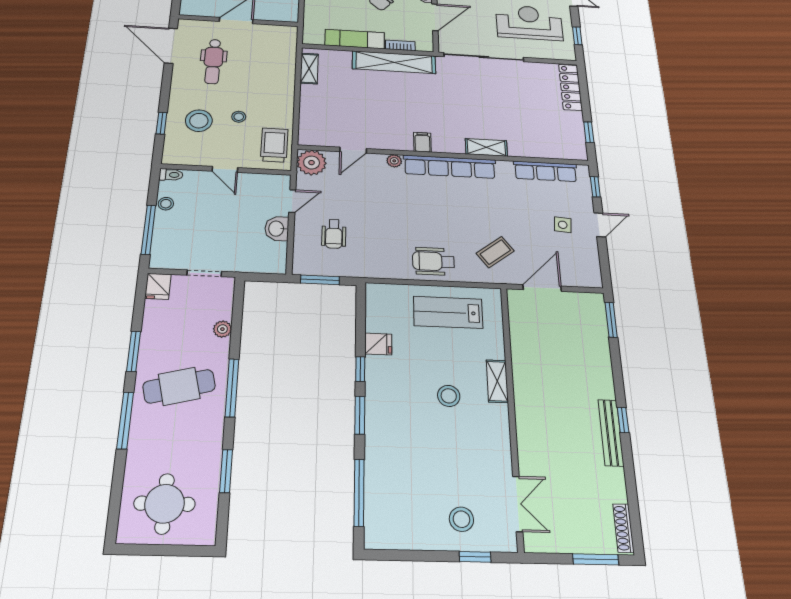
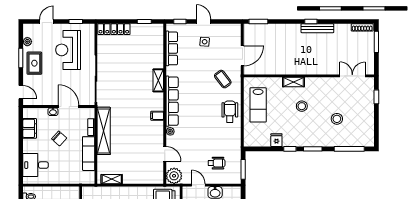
wheelchair: (433, 261) -> (230, 112), turned 180
door: (542, 288) -> (242, 56), swing flipped
stool: (461, 519) -> (337, 119), moved

